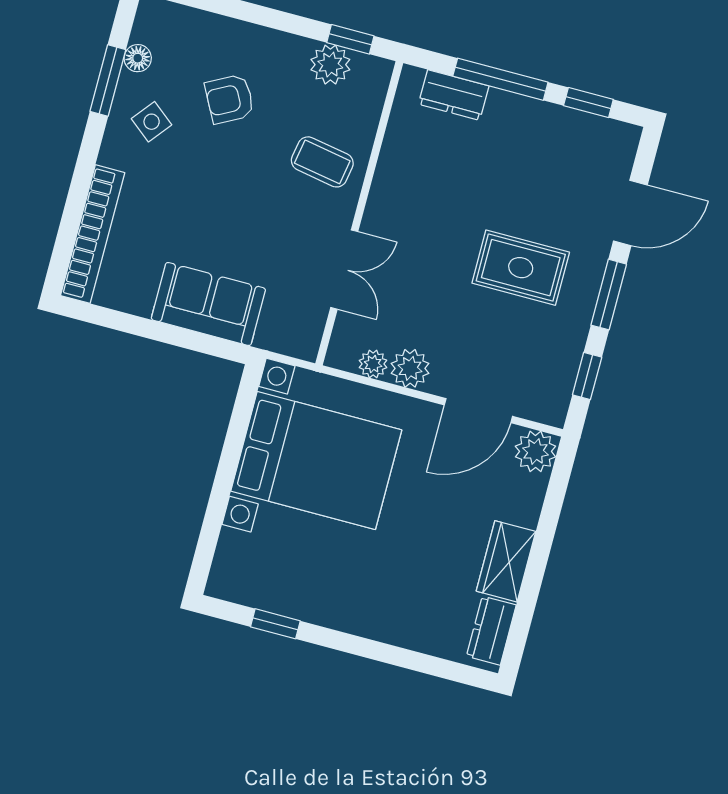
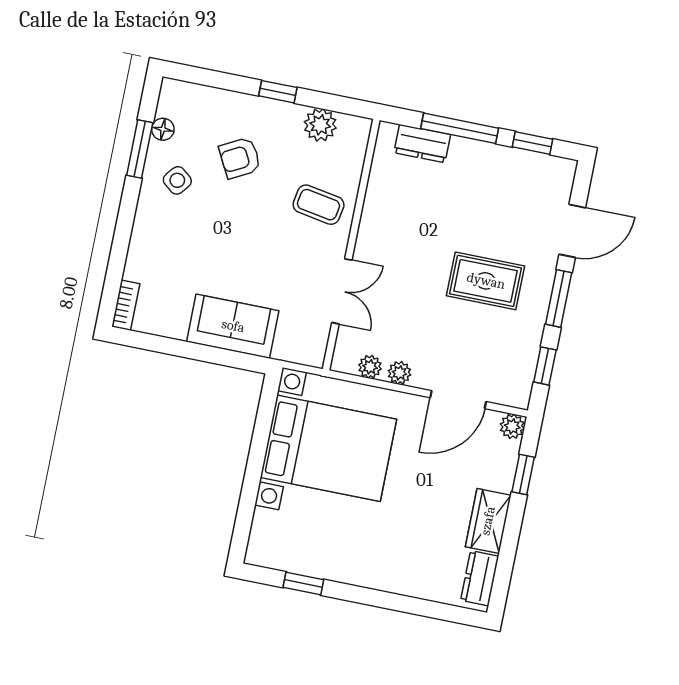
window: (350, 39) -> (278, 92), moved
bookcase: (93, 234) -> (126, 305), width x0.43, depth x0.76
plant: (410, 368) -> (399, 373), width x0.73, depth x0.73
plant: (535, 451) -> (512, 426), width x0.73, depth x0.73
window: (552, 507) -> (523, 474), added

